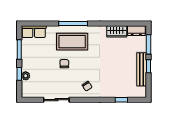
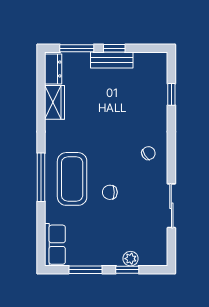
bench: (142, 69) -> (112, 60), width x0.73

